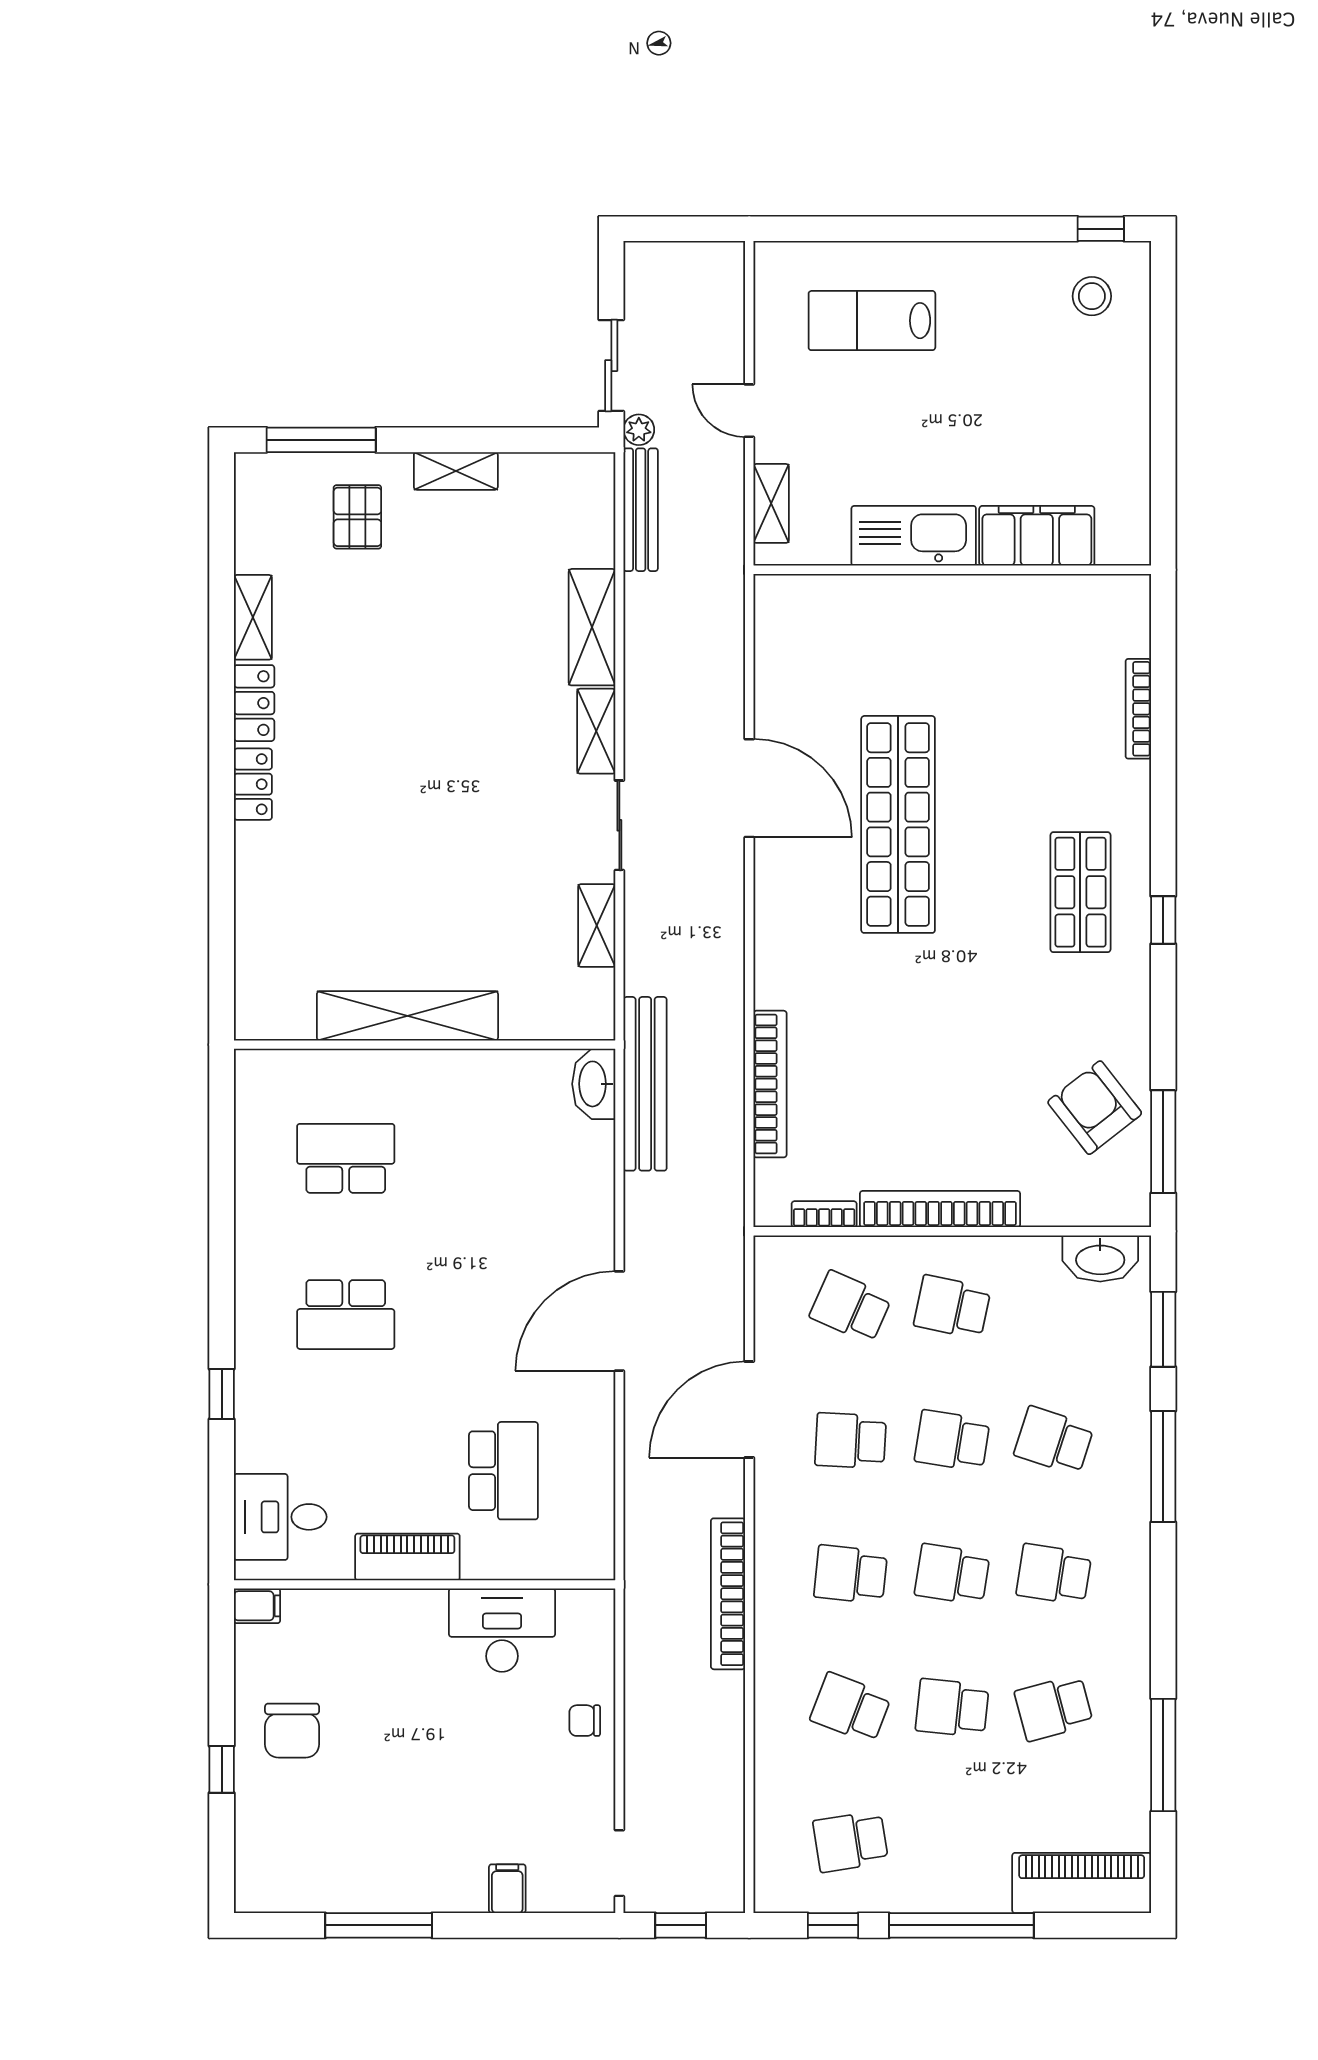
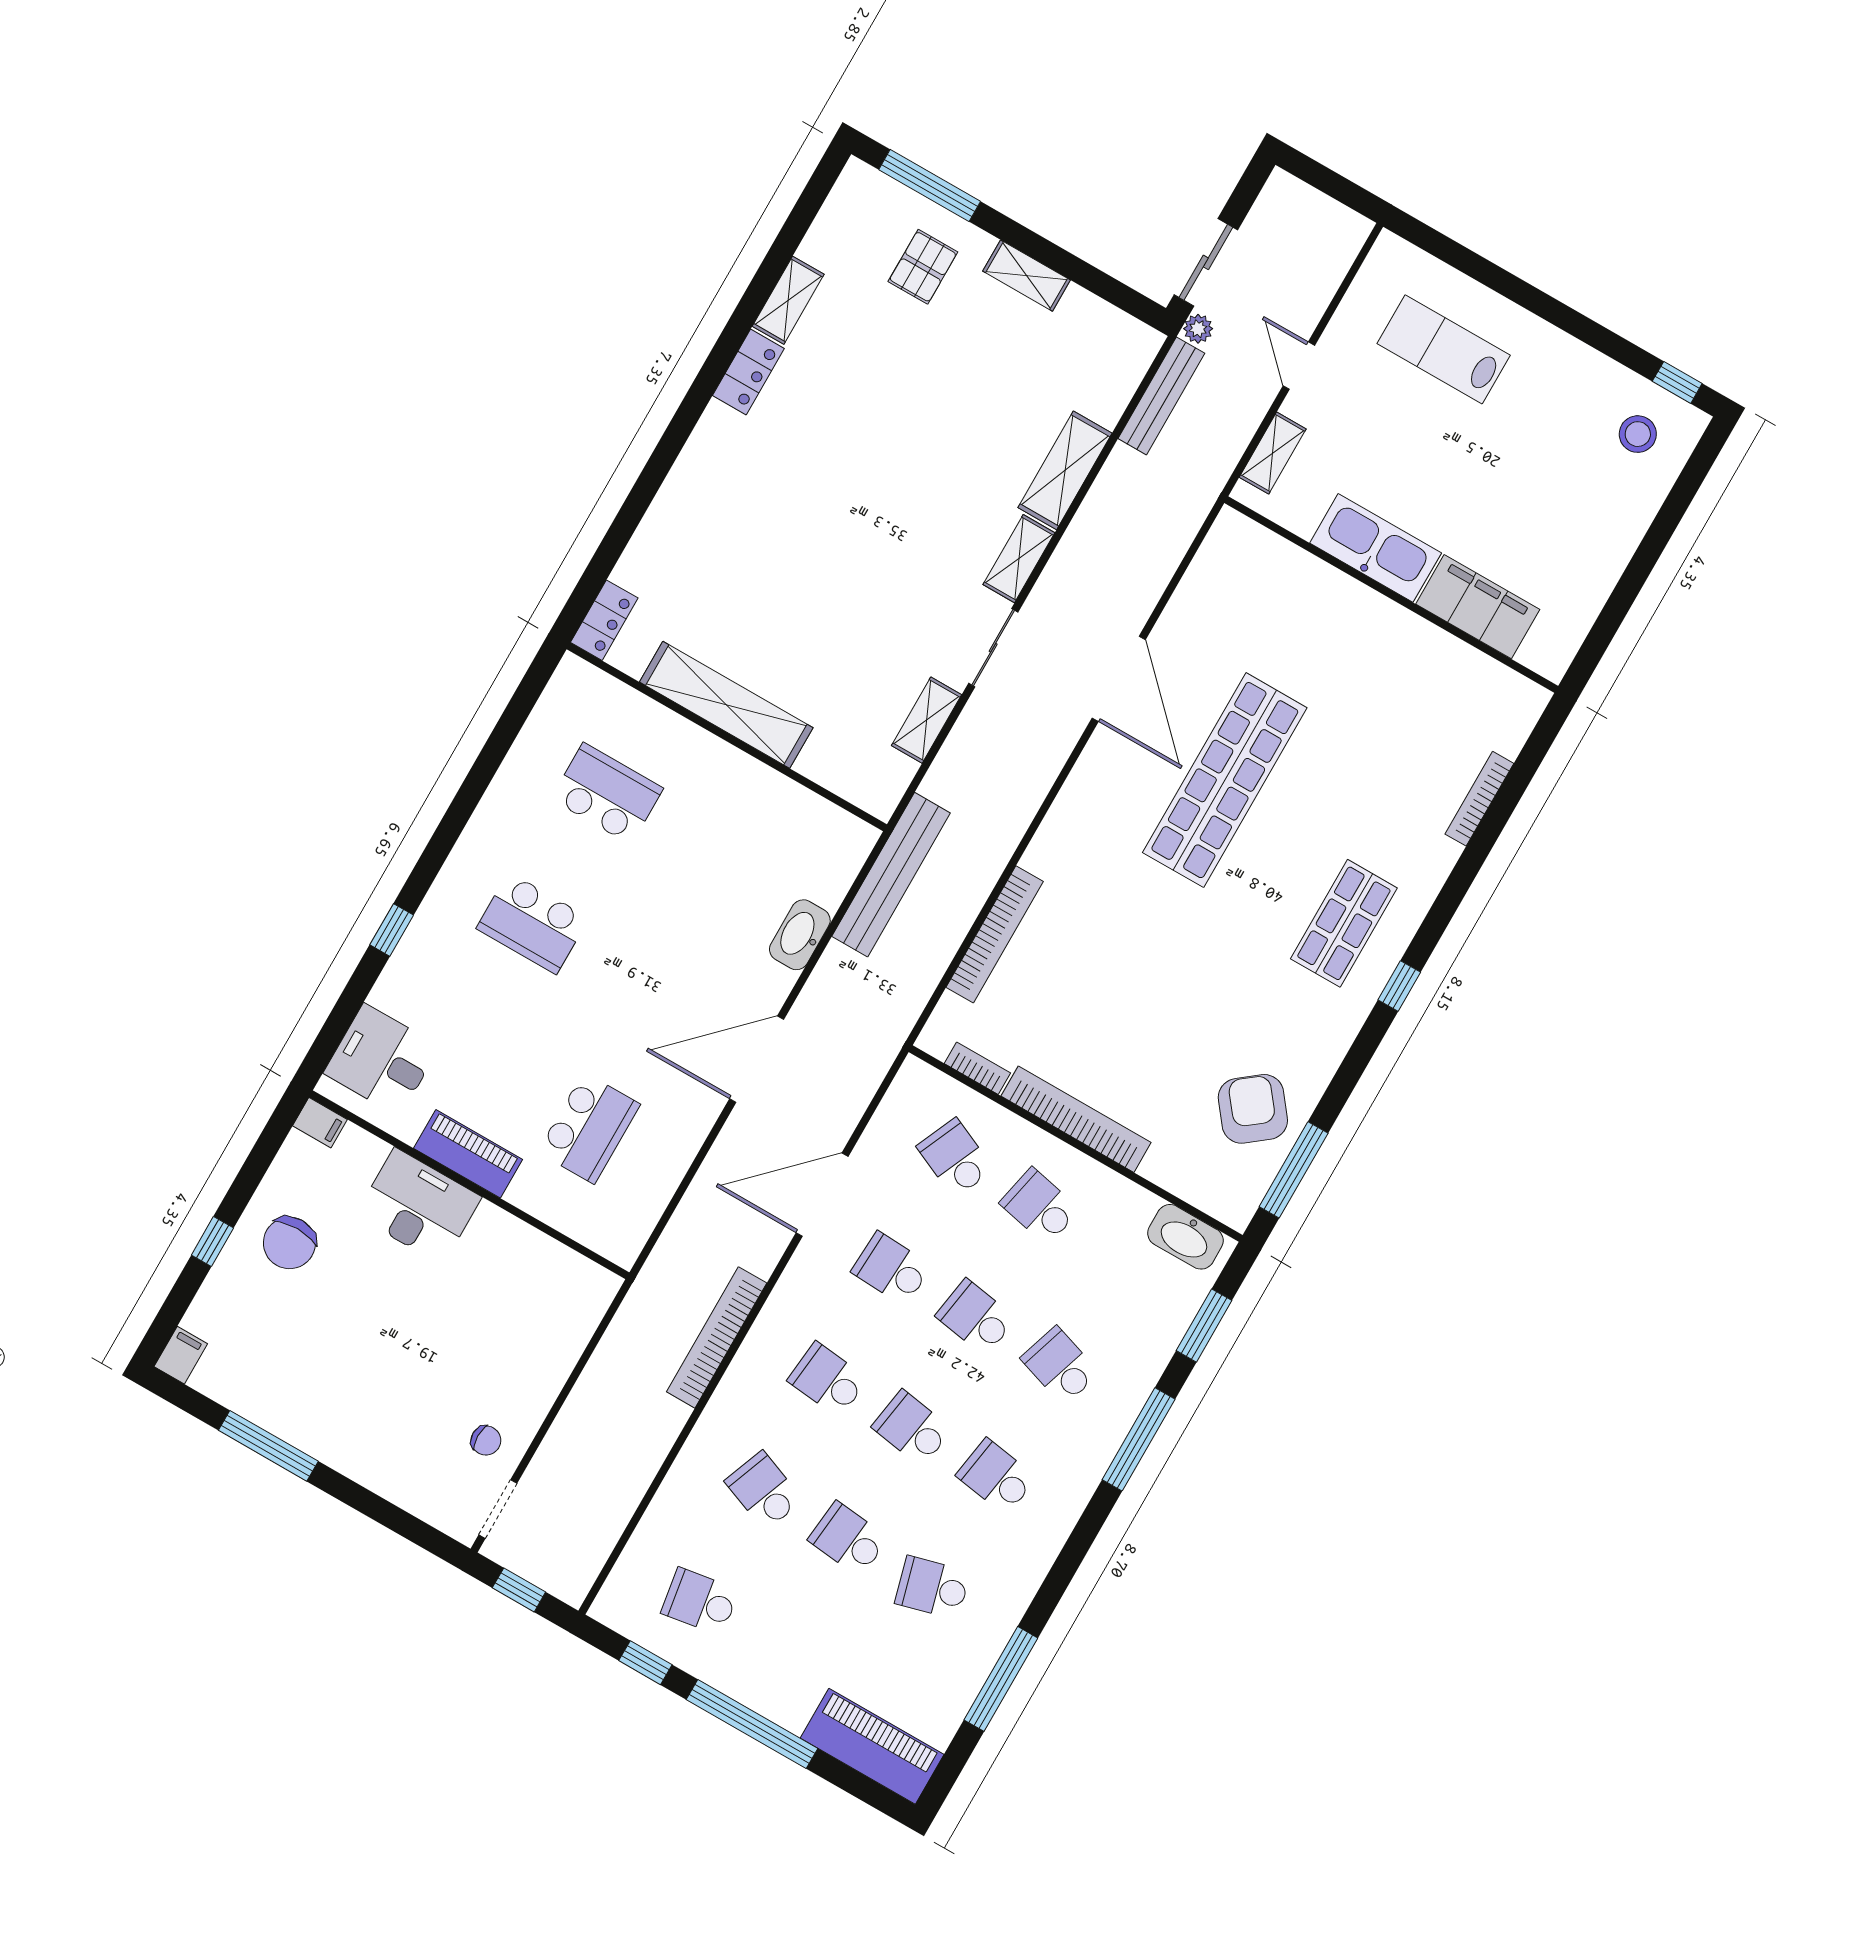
locker: (253, 784) -> (604, 620), moved
washbasin: (594, 1084) -> (800, 935), moved
desk: (502, 1630) -> (419, 1206), moved
chair: (585, 1721) -> (486, 1440), moved, turned 180
filing cabinet: (507, 1889) -> (181, 1355), moved

